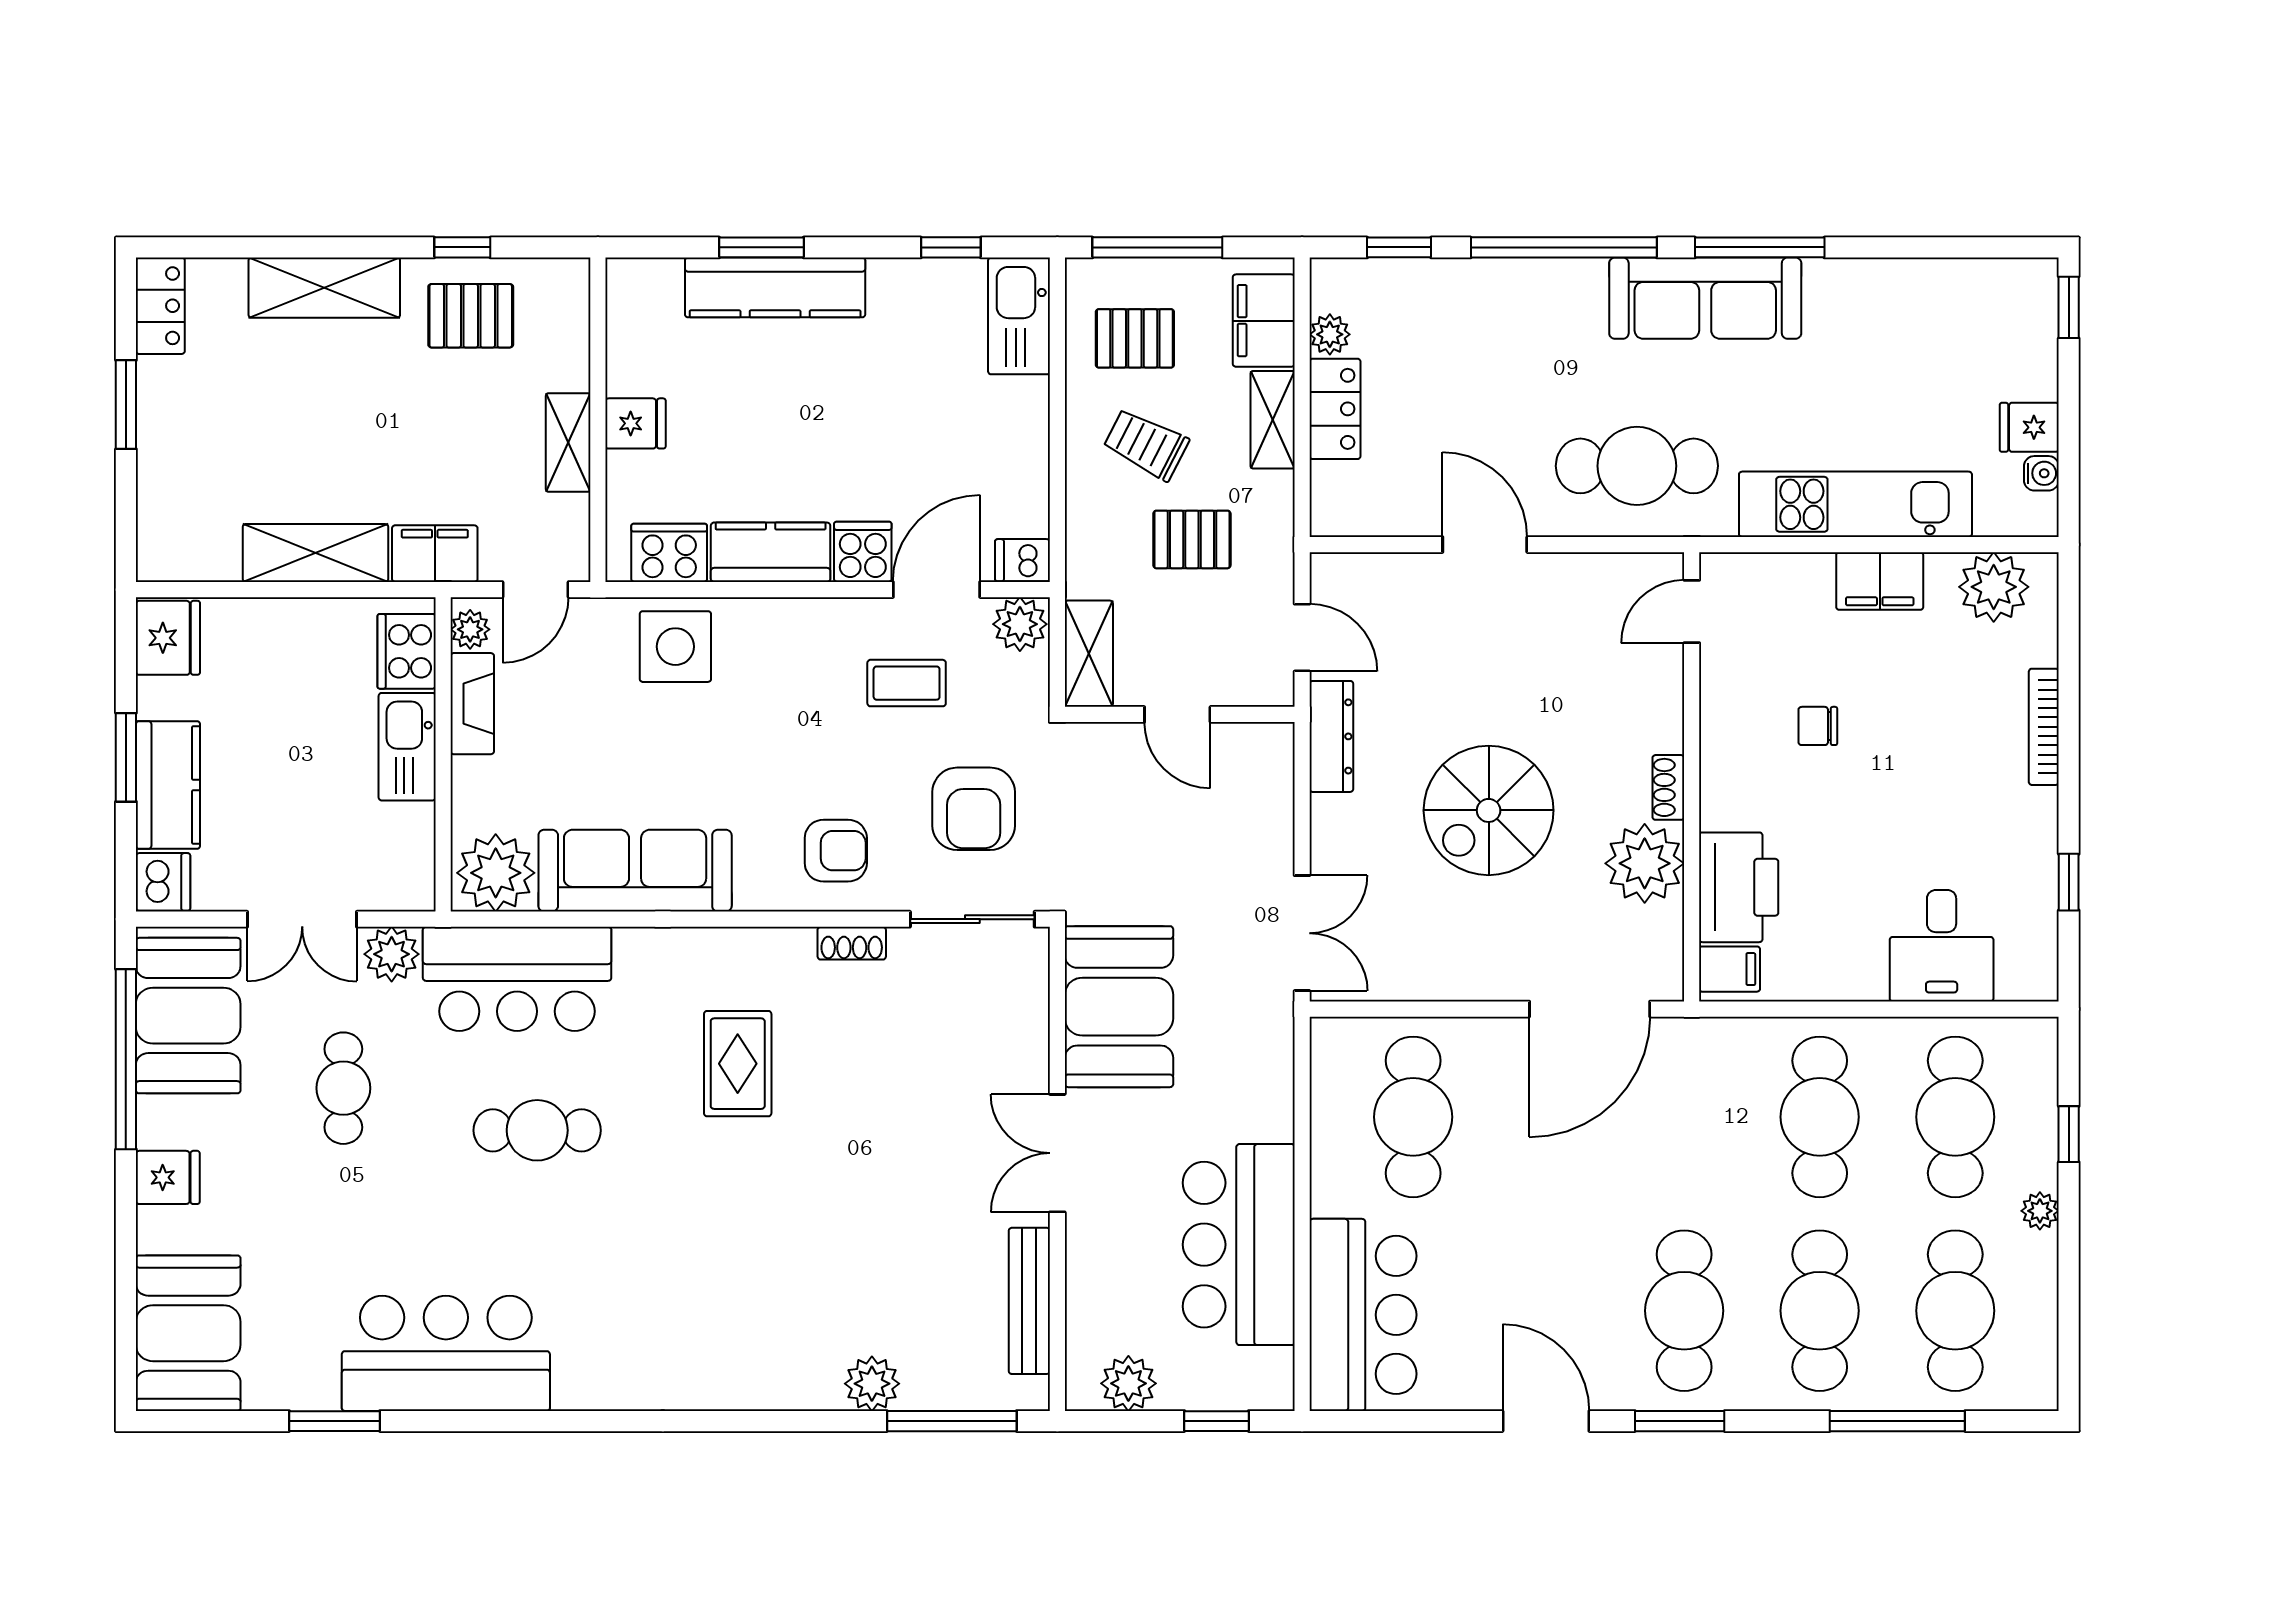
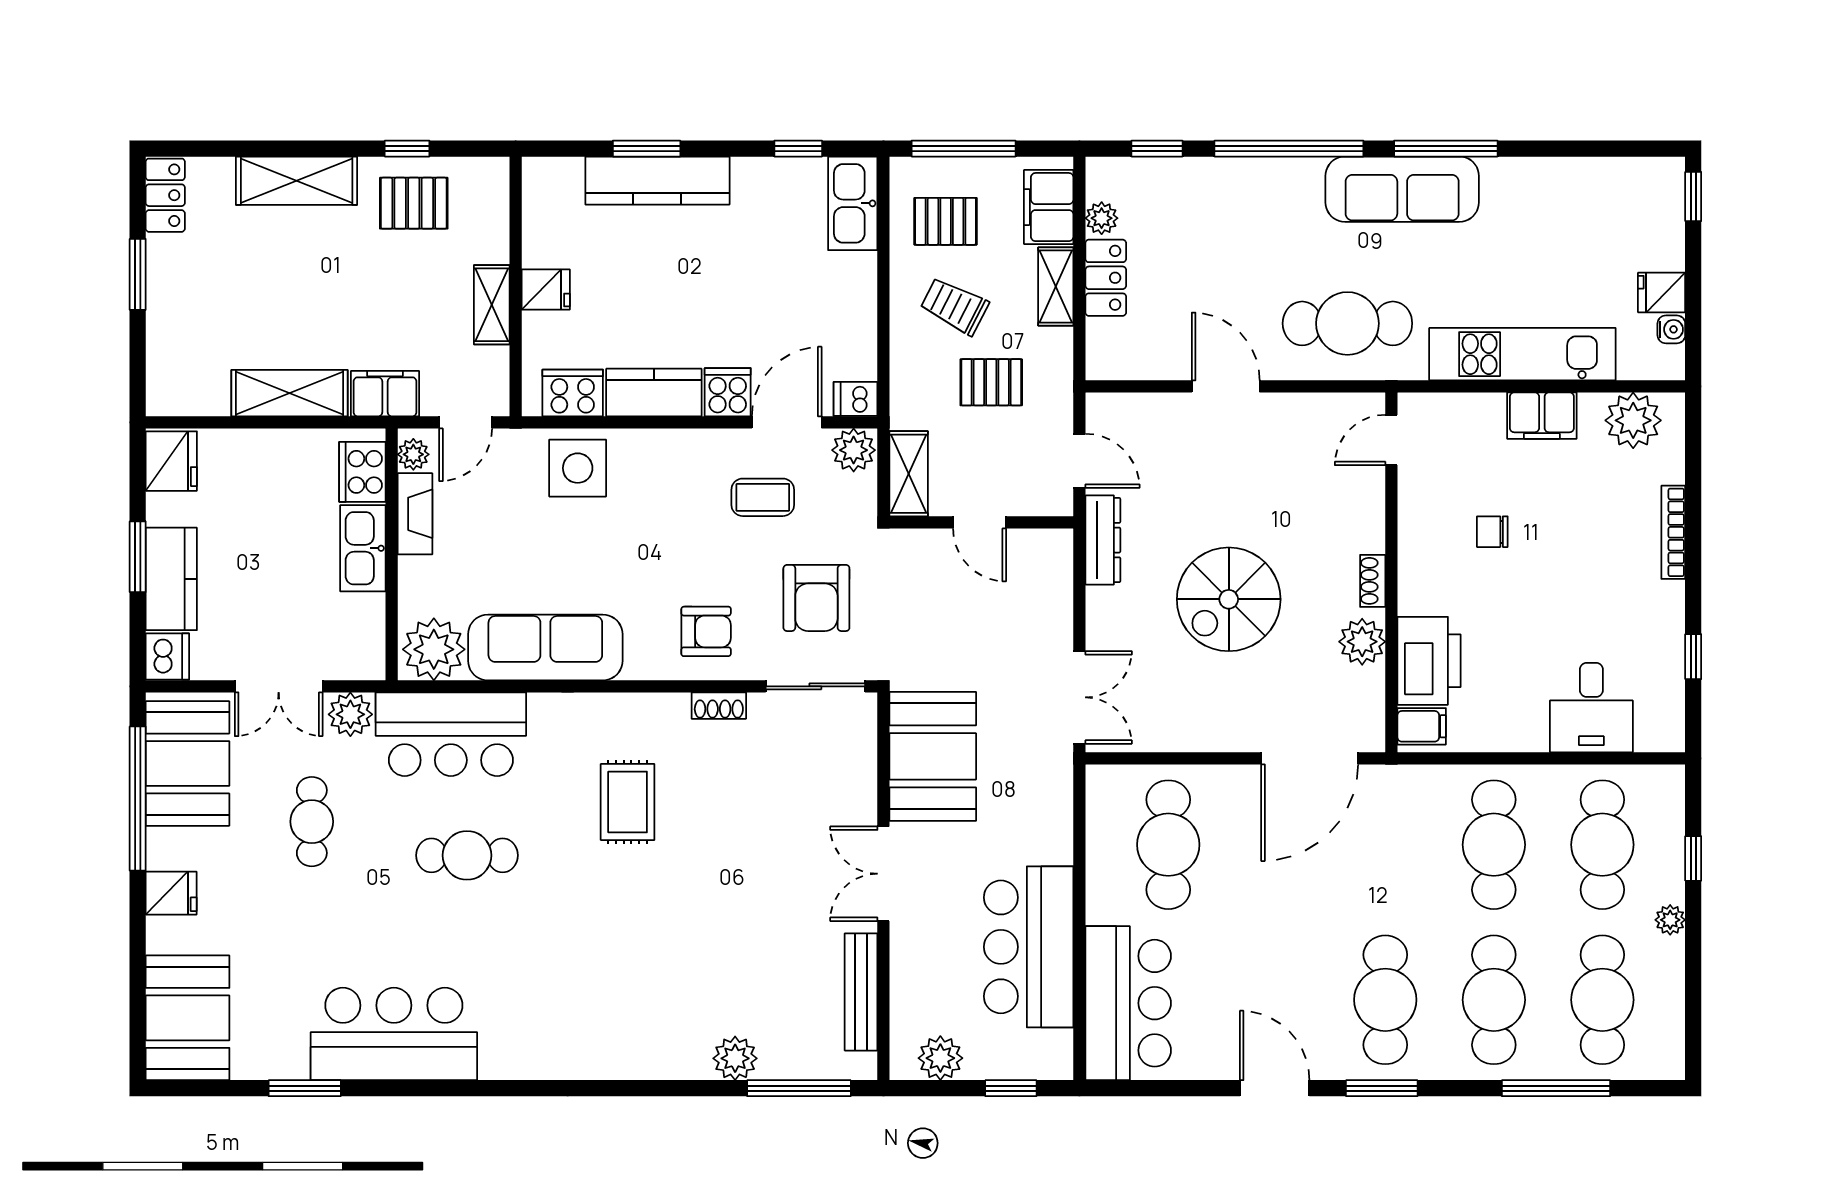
plant: (1645, 863) -> (1362, 642), width x0.73, depth x0.73

